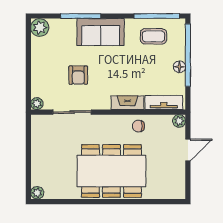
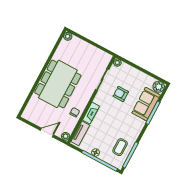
sofa: (101, 32) -> (146, 104), moved
door: (188, 150) -> (47, 133), swing flipped

